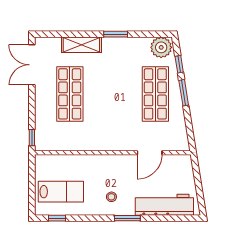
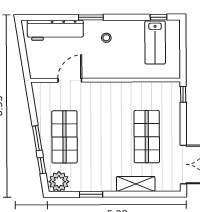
window: (116, 34) -> (91, 194), moved
lab bench: (61, 192) -> (155, 42), turned -90

